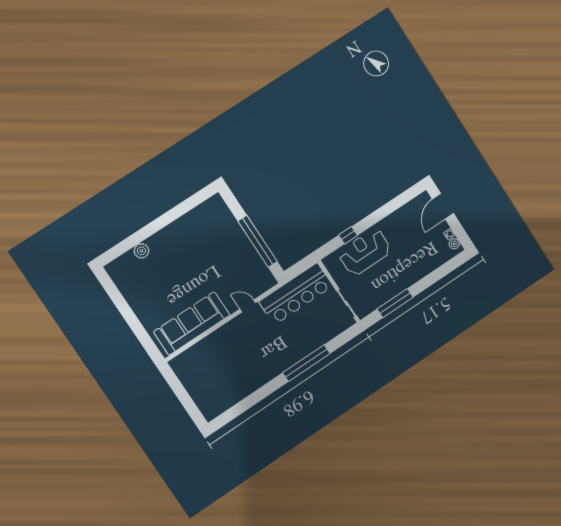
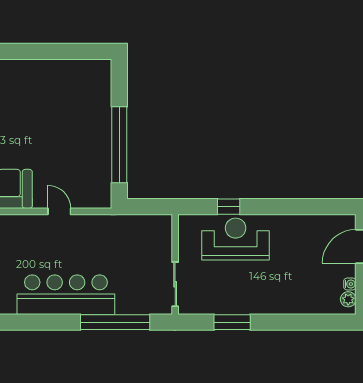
bar counter: (296, 294) -> (66, 295), moved, turned 180
window: (395, 303) -> (232, 322), width x0.69
window: (306, 363) -> (115, 322), moved

